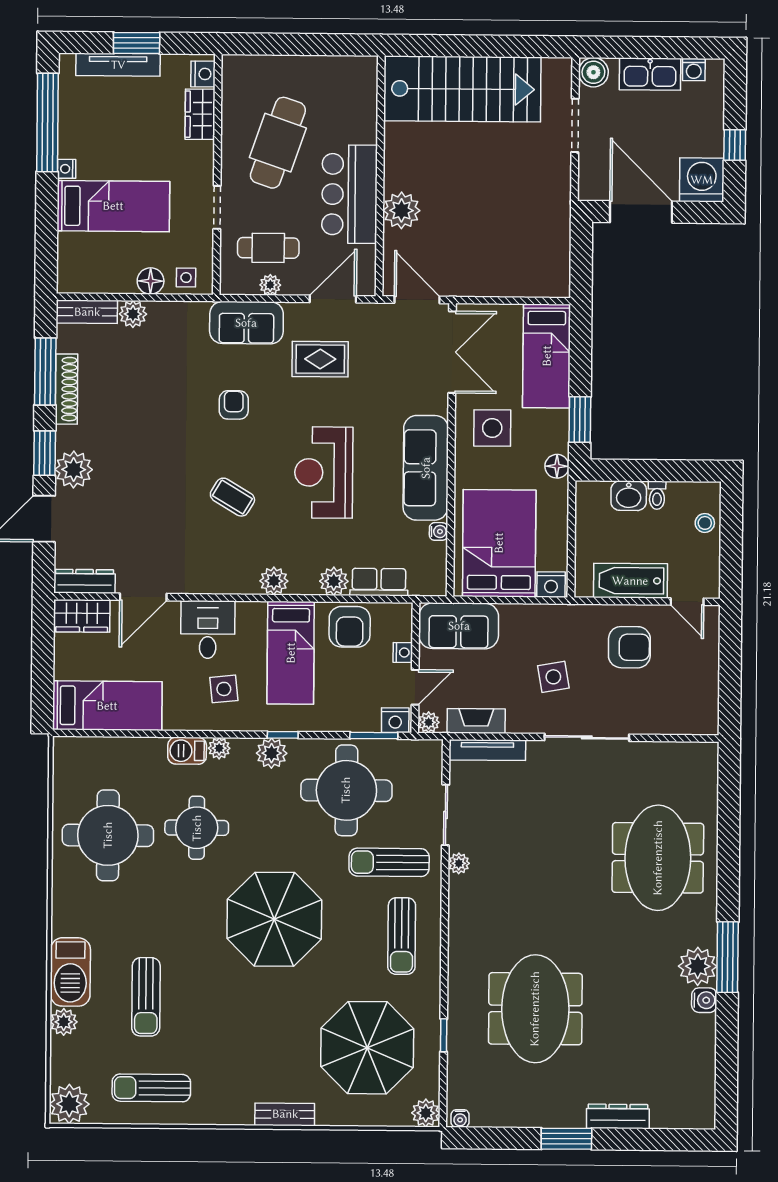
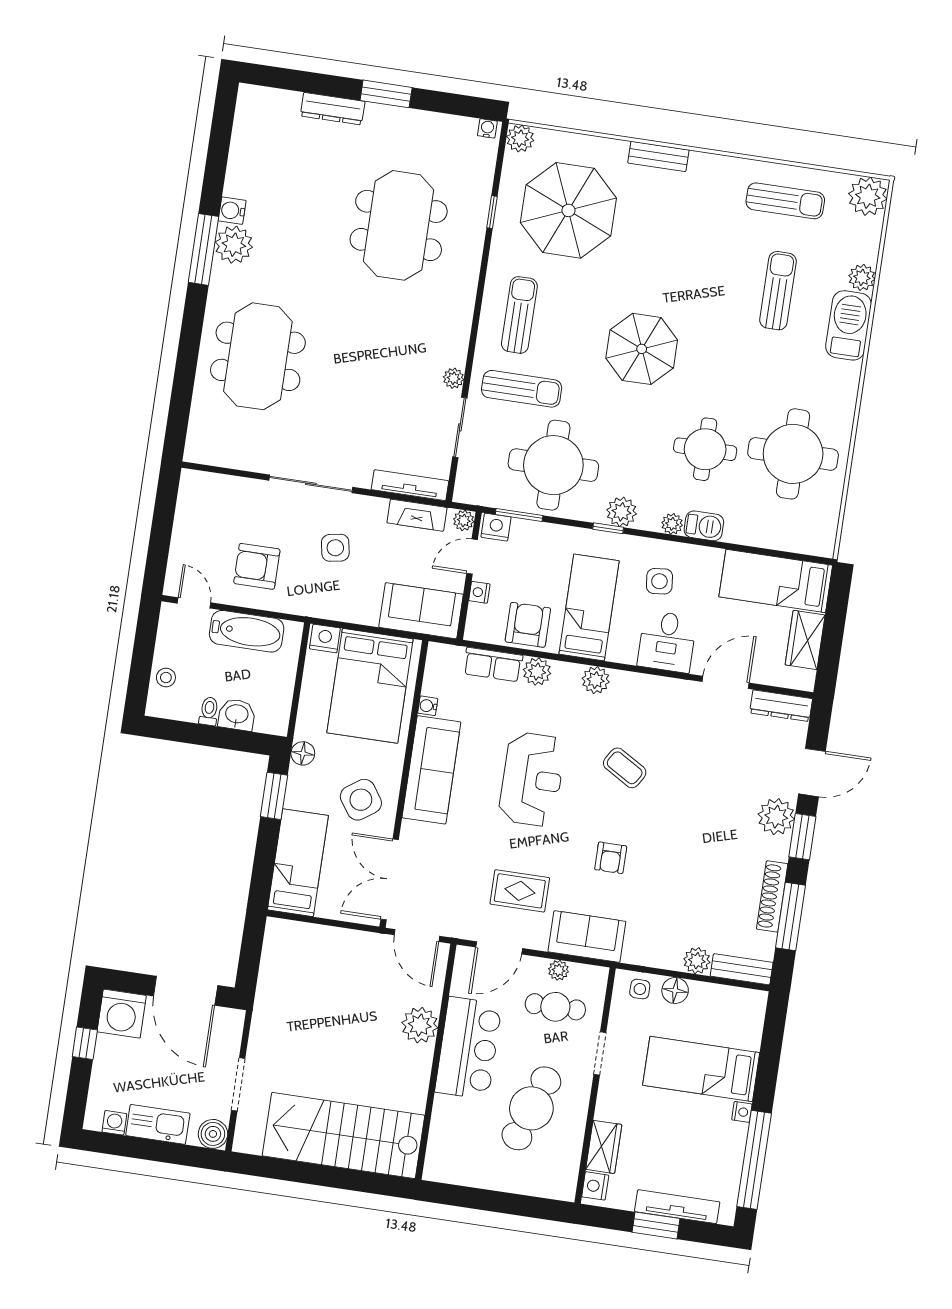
side table: (492, 428) -> (361, 800), turned -35
wardrobe: (82, 616) -> (805, 640), moved, turned -90
parasol: (274, 919) -> (642, 349), width x0.73, depth x0.73

